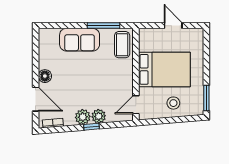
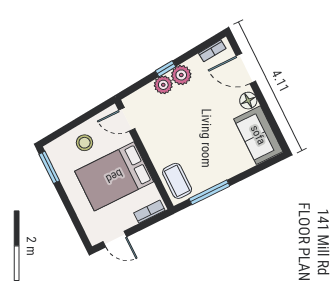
door: (173, 26) -> (115, 239), moved
bookcase: (152, 33) -> (149, 212), added
sofa: (80, 40) -> (258, 135), moved, turned -90
door: (136, 105) -> (127, 119), swing flipped

